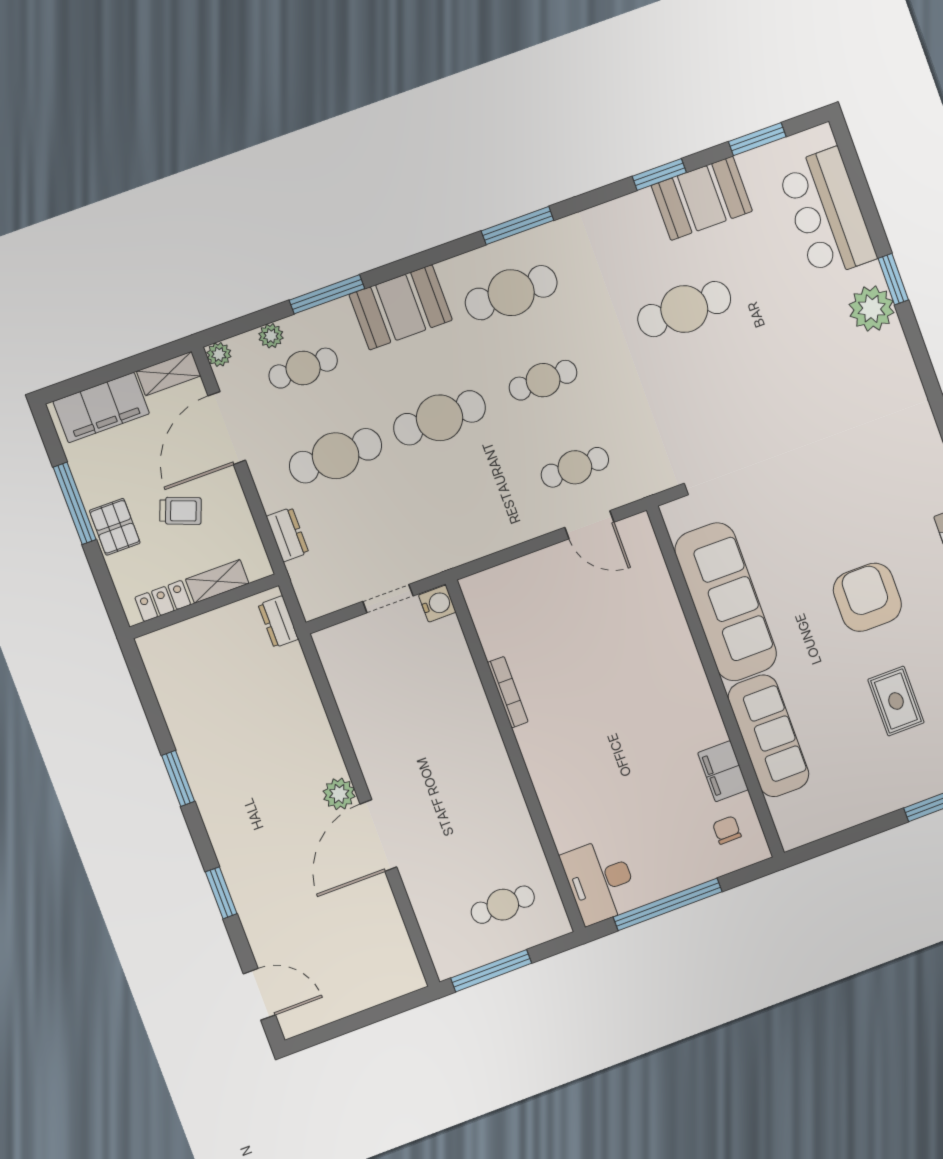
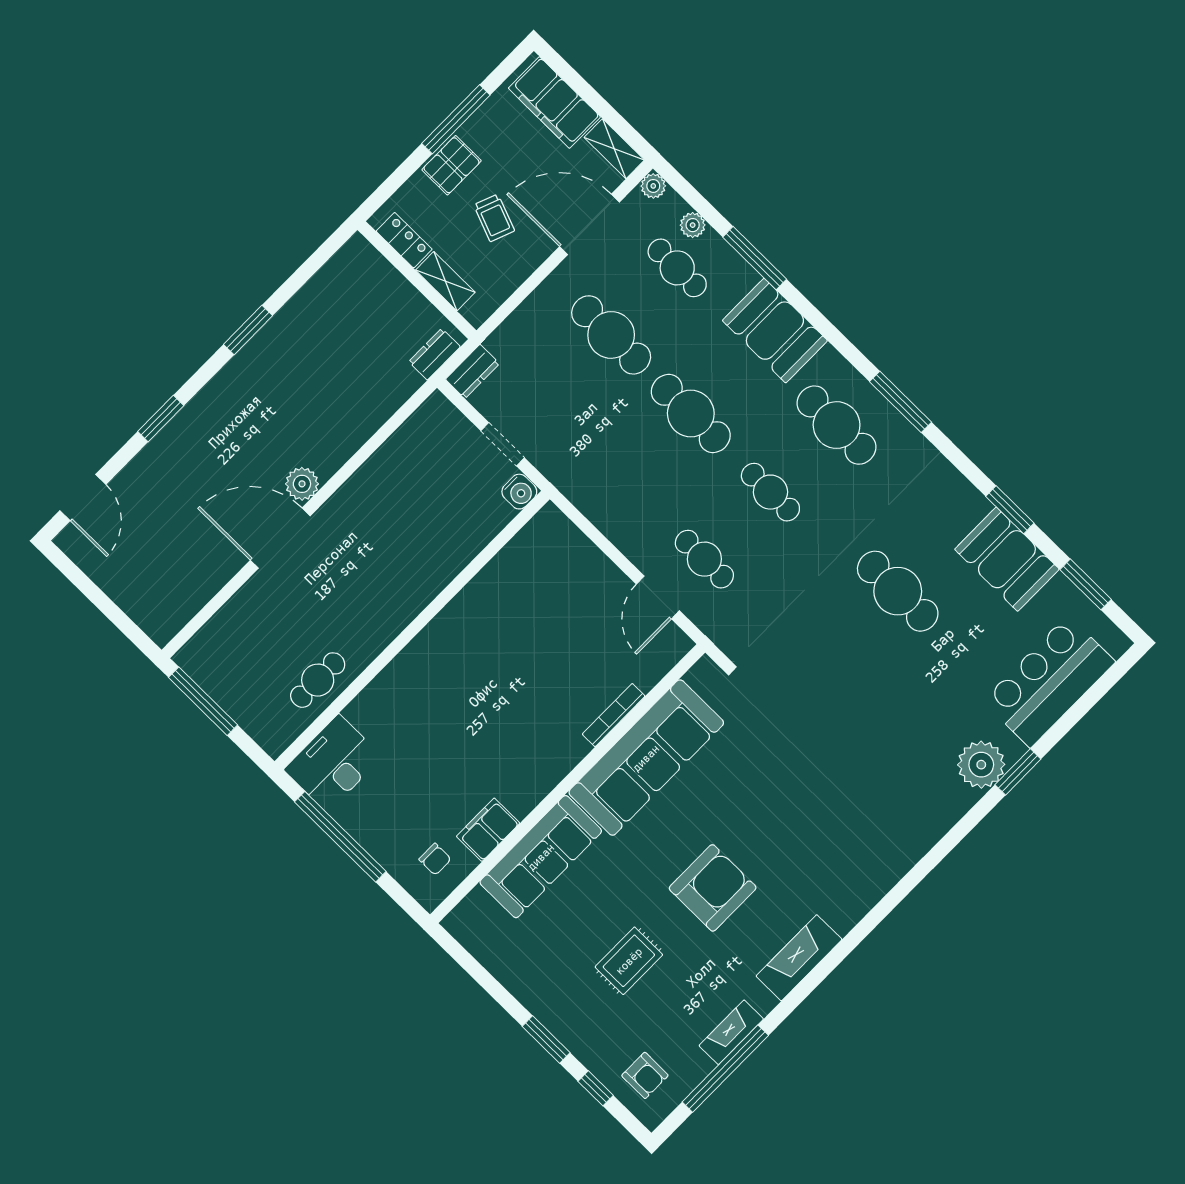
dresser: (287, 535) -> (472, 371), moved
bookcase: (508, 692) -> (614, 715), moved, turned 180
chair: (727, 830) -> (435, 859), turned 90
cafe table: (503, 905) -> (318, 680), moved, turned 90

